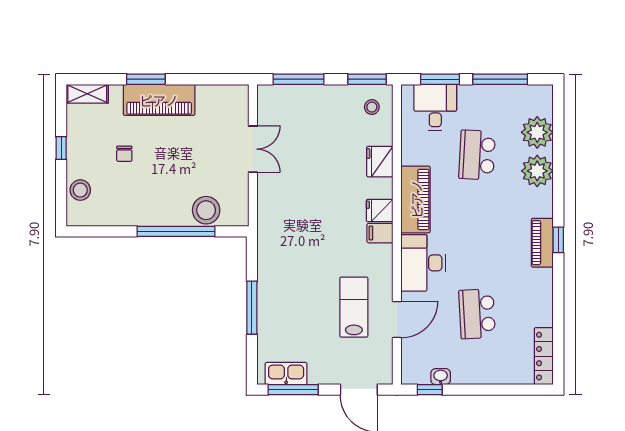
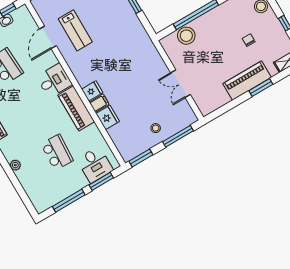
stool: (372, 107) -> (156, 128), moved
plant: (537, 132) -> (32, 184), removed
plant: (537, 171) -> (15, 165), width x0.53, depth x0.53
filing cabinet: (380, 233) -> (99, 103), moved
desk: (423, 263) -> (54, 81), width x0.73

